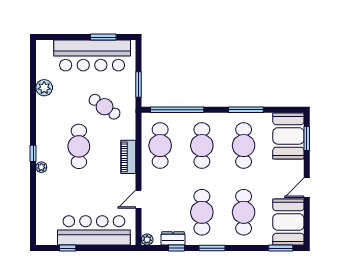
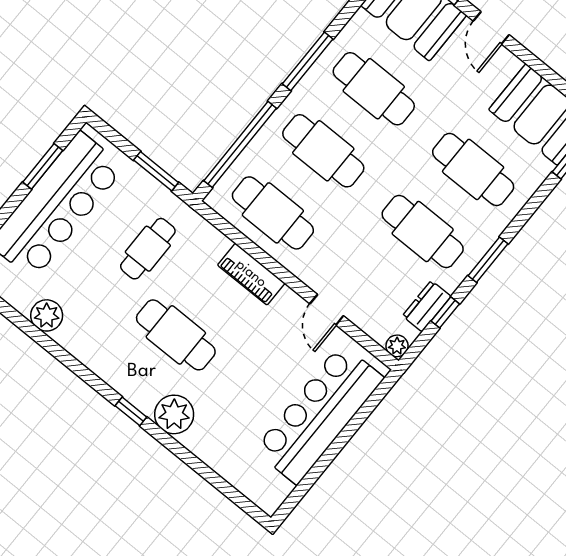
cafe table: (105, 107) -> (148, 249), turned -35
window: (246, 110) -> (308, 61), moved
plant: (41, 167) -> (174, 414), width x1.88, depth x1.88
door: (307, 188) -> (491, 28), moved
window: (68, 248) -> (314, 475), removed

